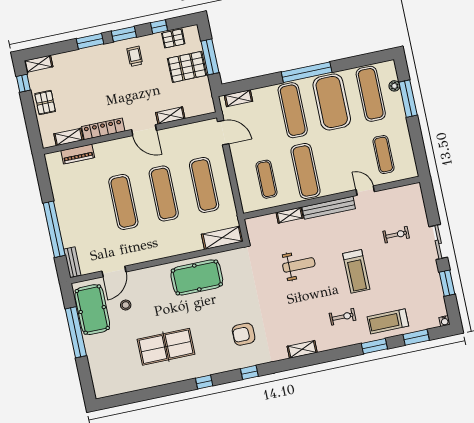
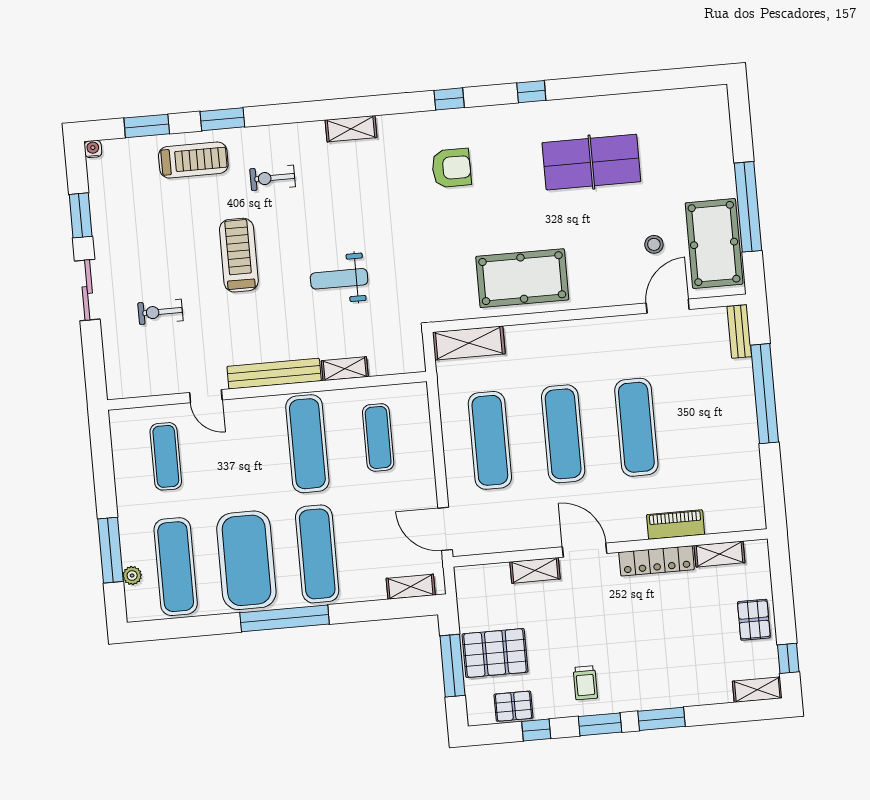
piano: (78, 154) -> (676, 525), moved

